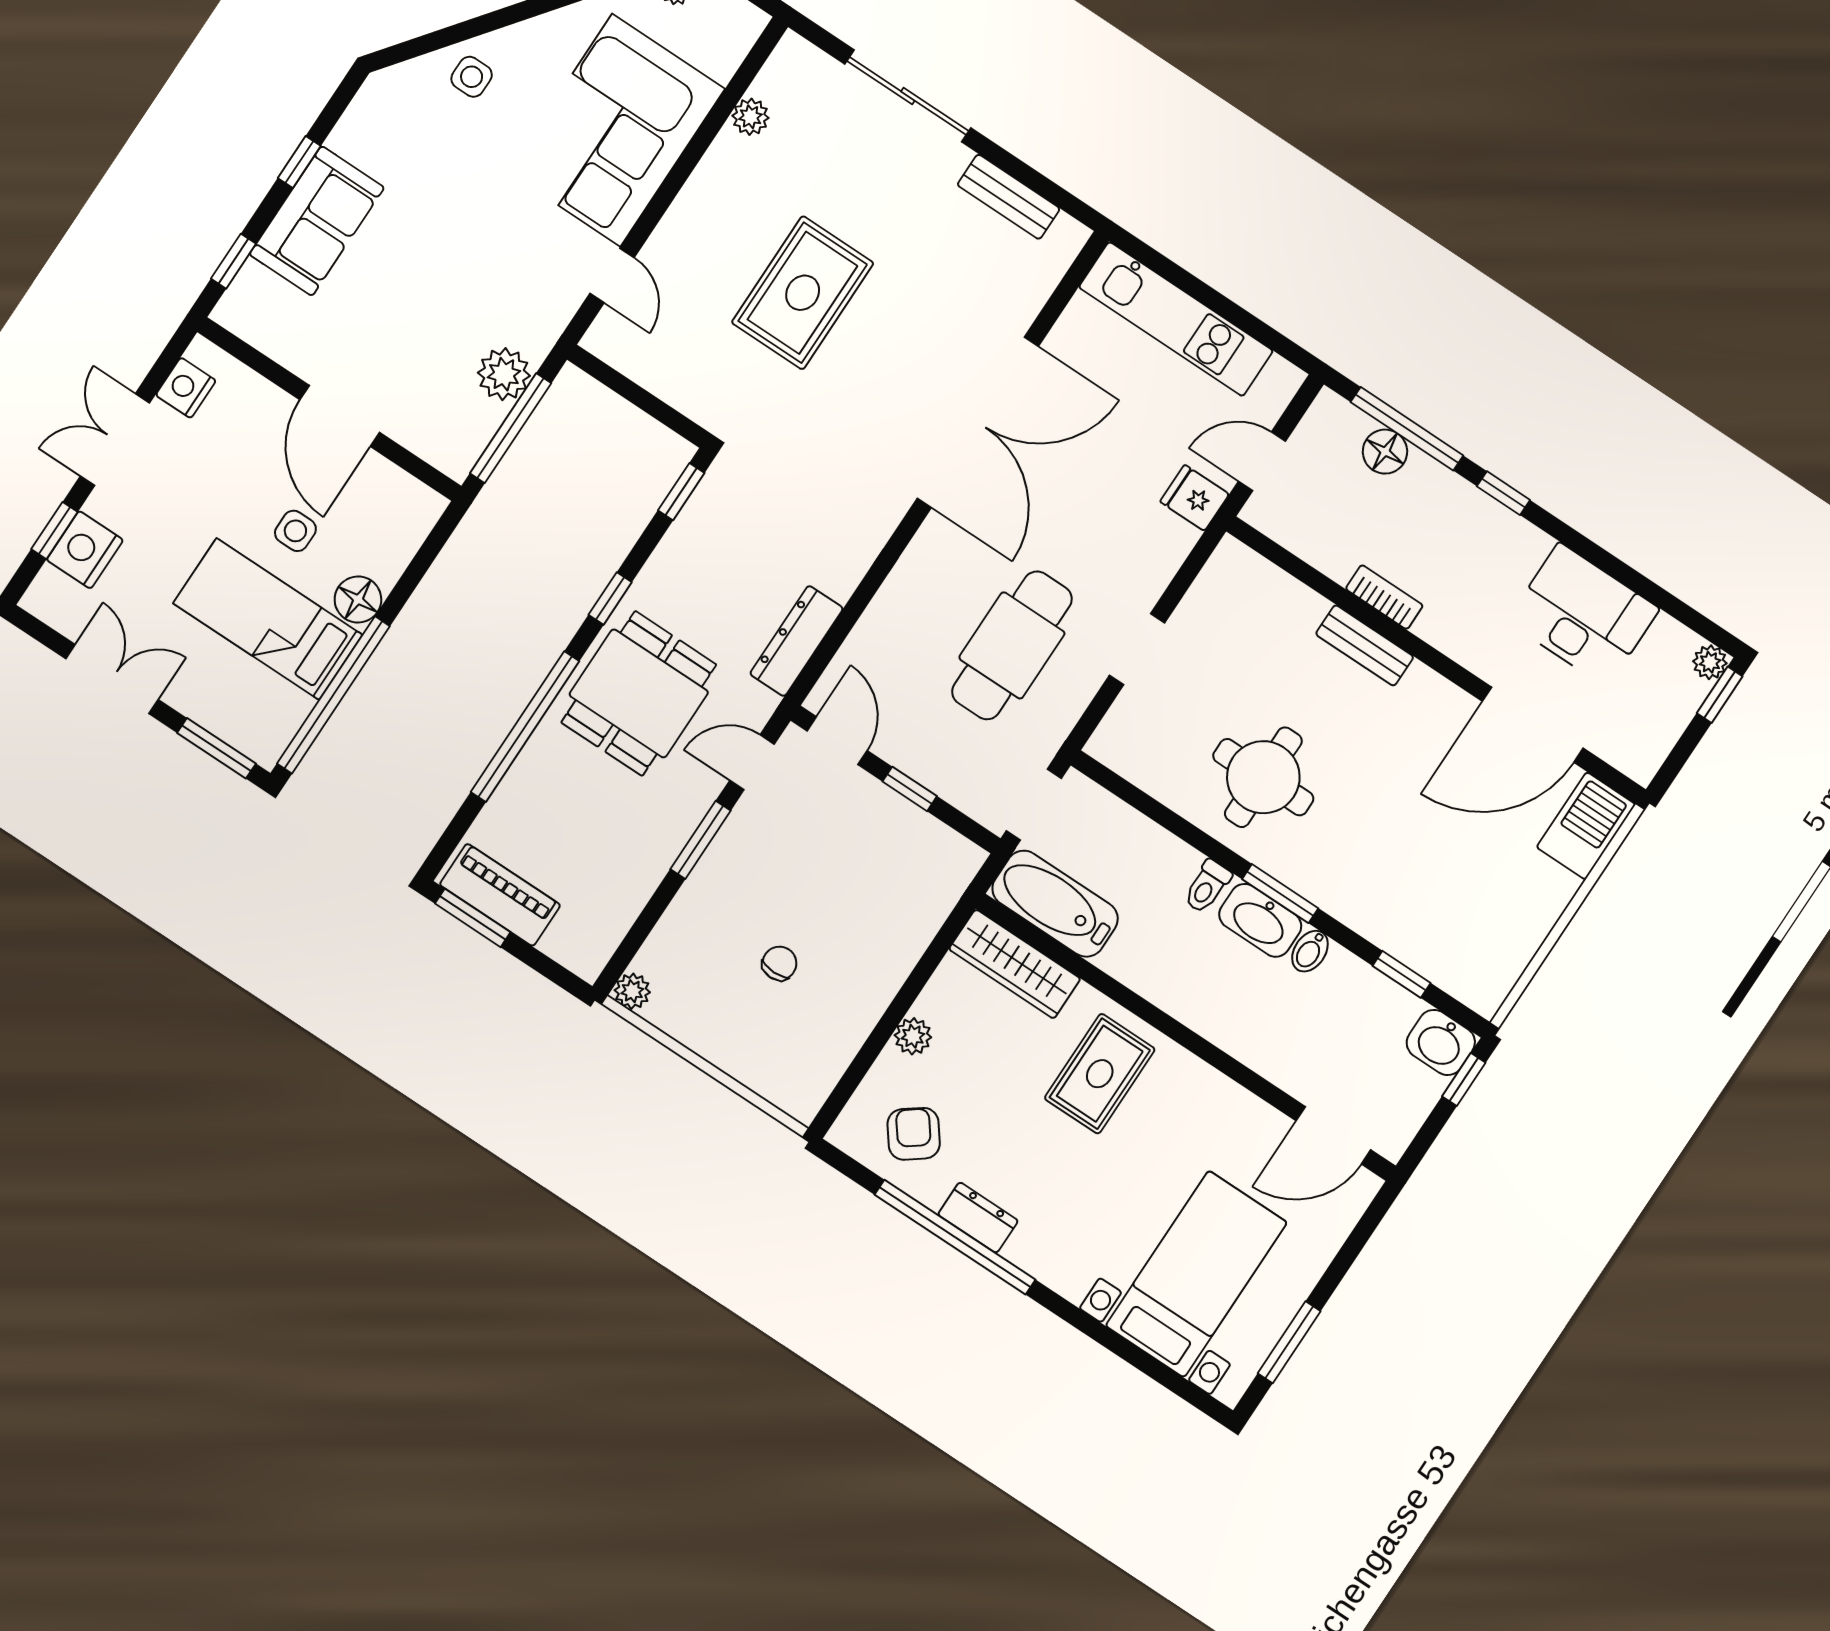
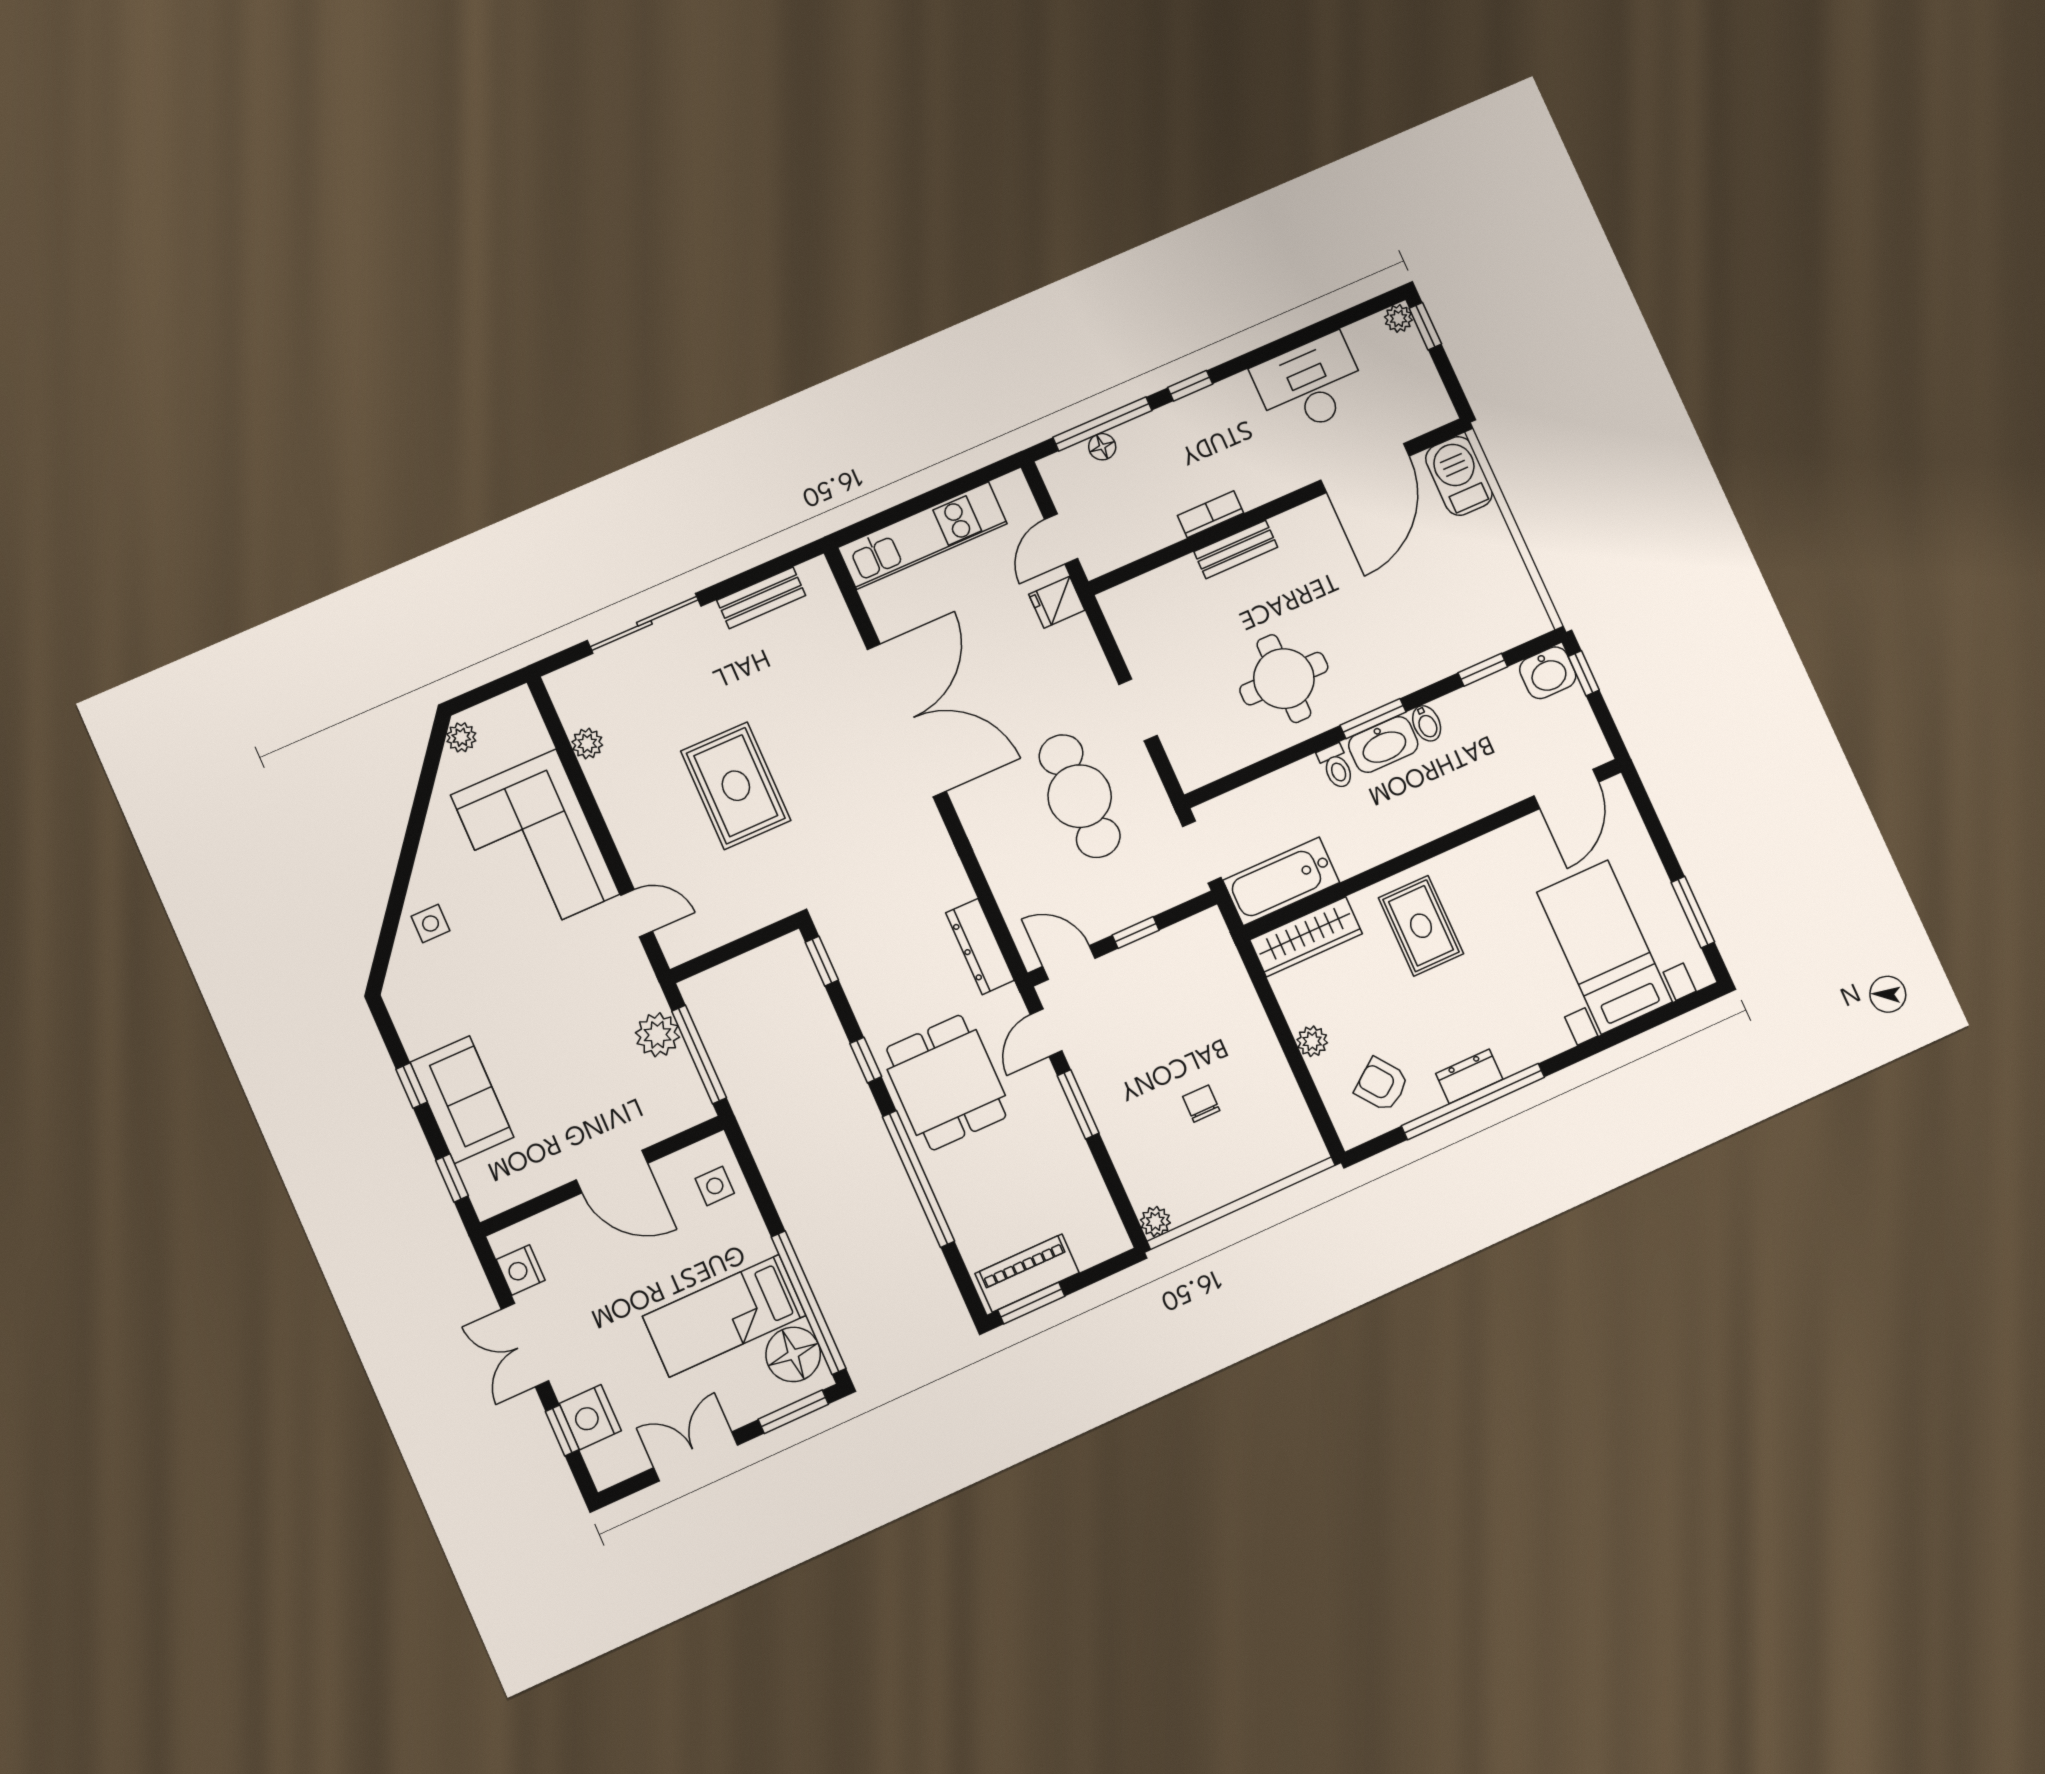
floor lamp: (1385, 452) -> (1102, 447), width x0.73, depth x0.73
side table: (295, 531) -> (715, 1186), moved
floor lamp: (358, 599) -> (793, 1354), moved, width x1.38, depth x1.38

